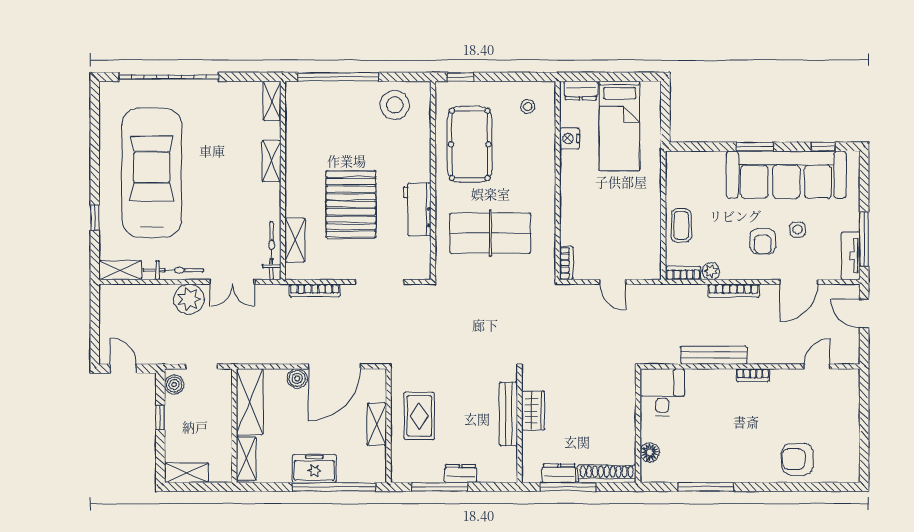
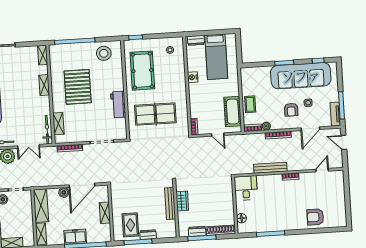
nightstand: (570, 139) -> (193, 77), moved
pallet: (351, 204) -> (78, 87), moved
cot: (645, 238) -> (233, 112), added
rug: (419, 416) -> (130, 225), moved

